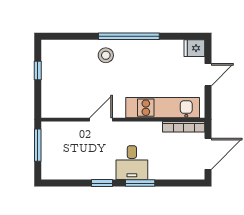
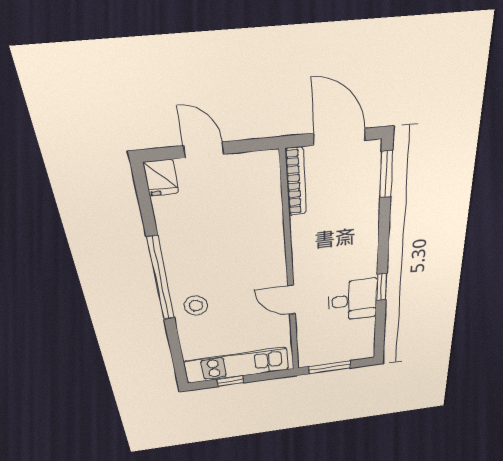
kitchen unit: (163, 108) -> (237, 365), moved, turned 90
desk: (132, 163) -> (353, 300), moved
window: (140, 183) -> (386, 174), moved

